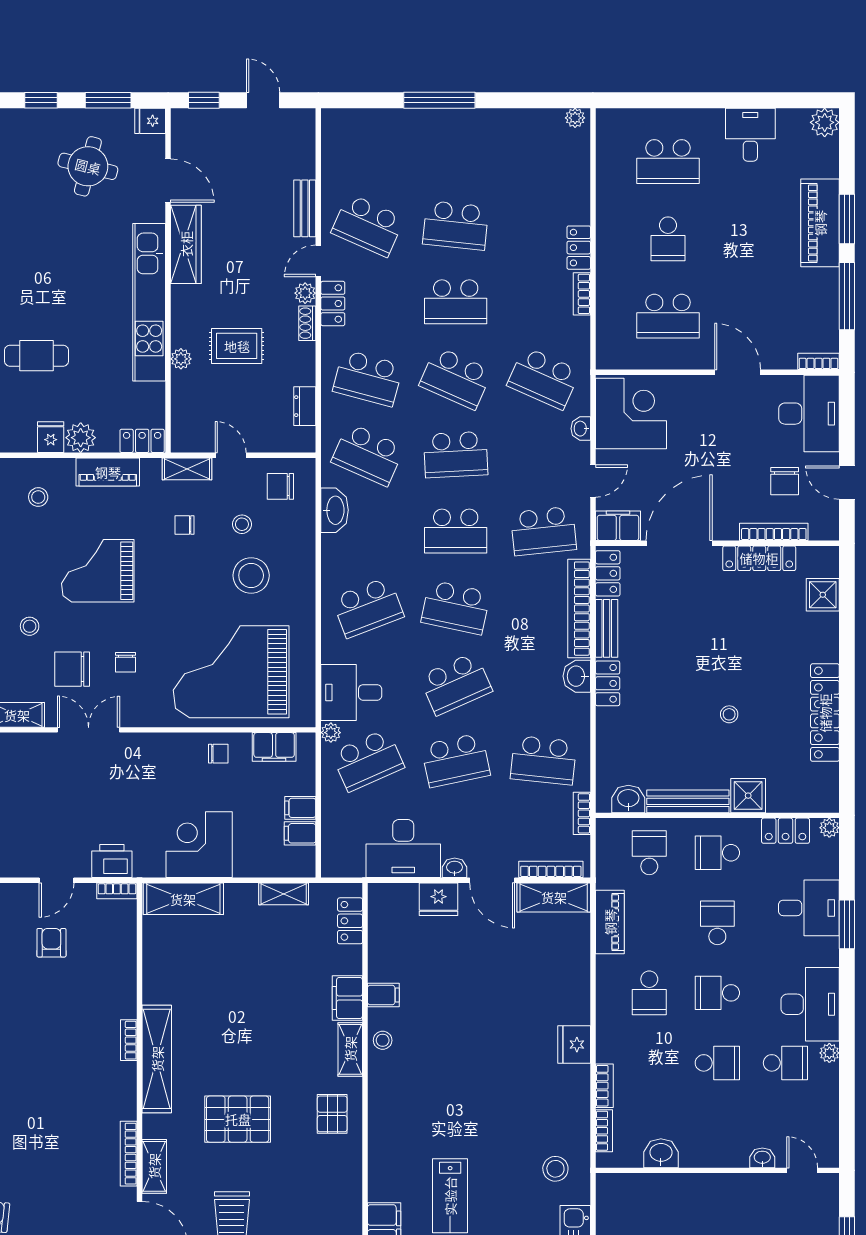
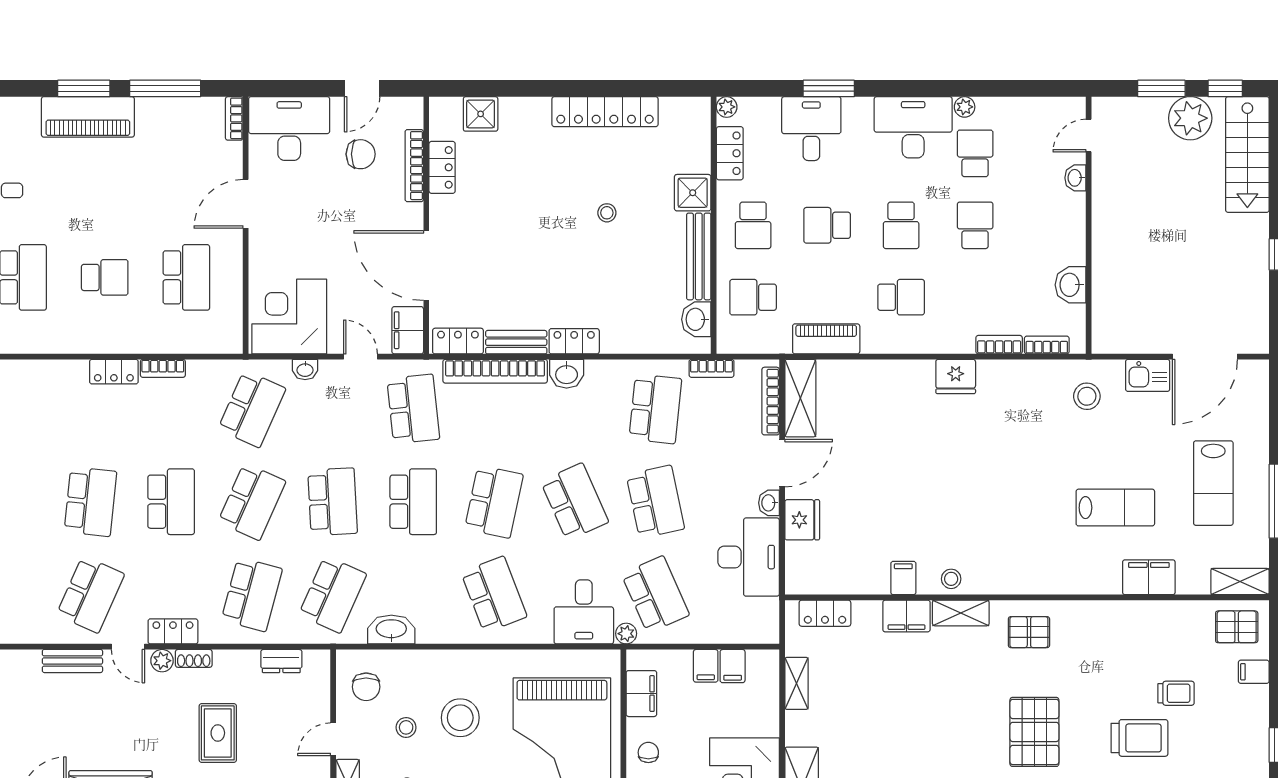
locker: (759, 558) -> (442, 167), width x0.66

